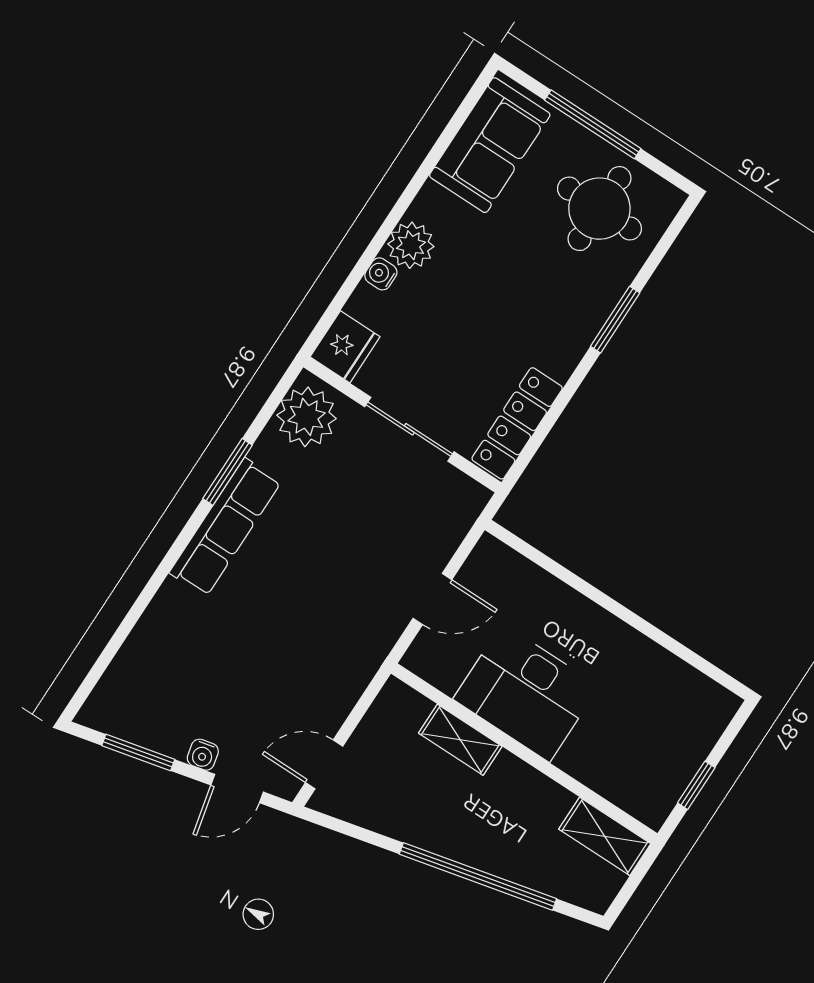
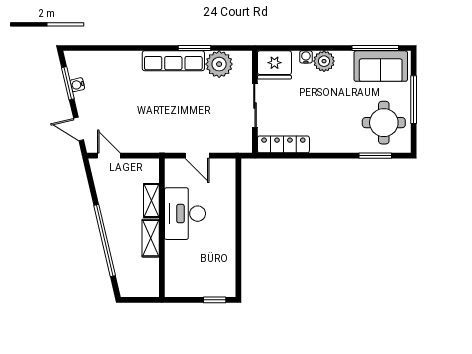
window: (449, 133) -> (375, 48), added
window: (615, 320) -> (375, 156), moved
fridge: (345, 347) -> (274, 65), width x1.36, depth x1.34
plant: (307, 417) -> (219, 64), moved
water cooler: (203, 755) -> (77, 85), moved
window: (696, 785) -> (215, 300), moved
shelving: (605, 836) -> (151, 238), moved

